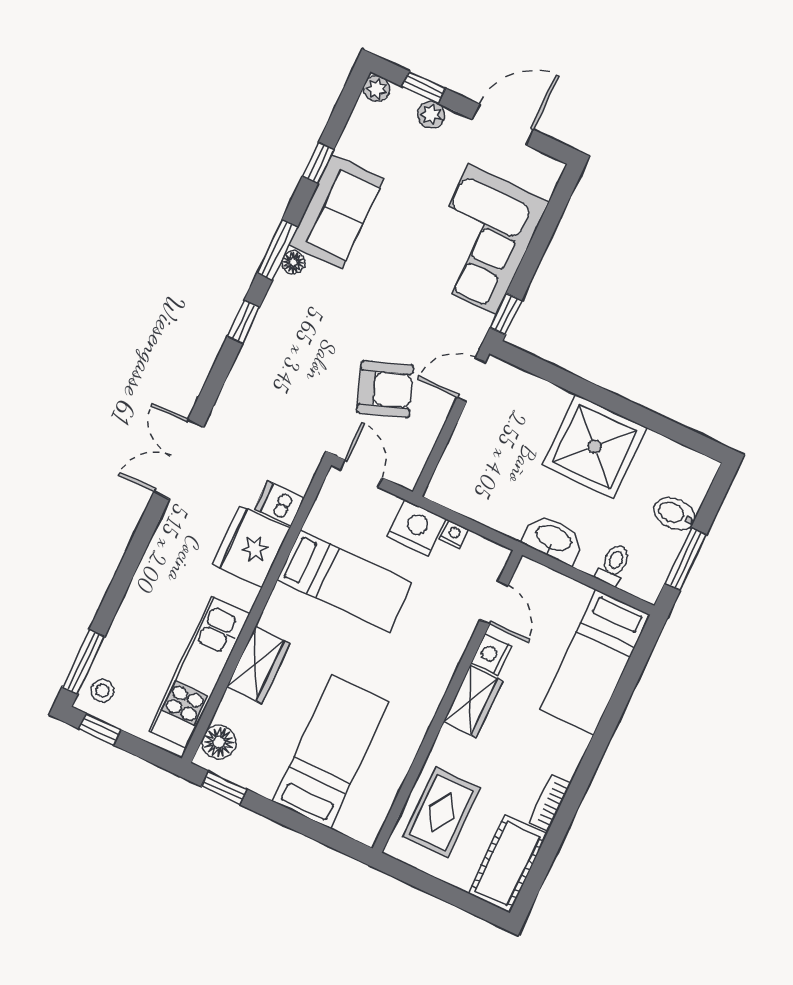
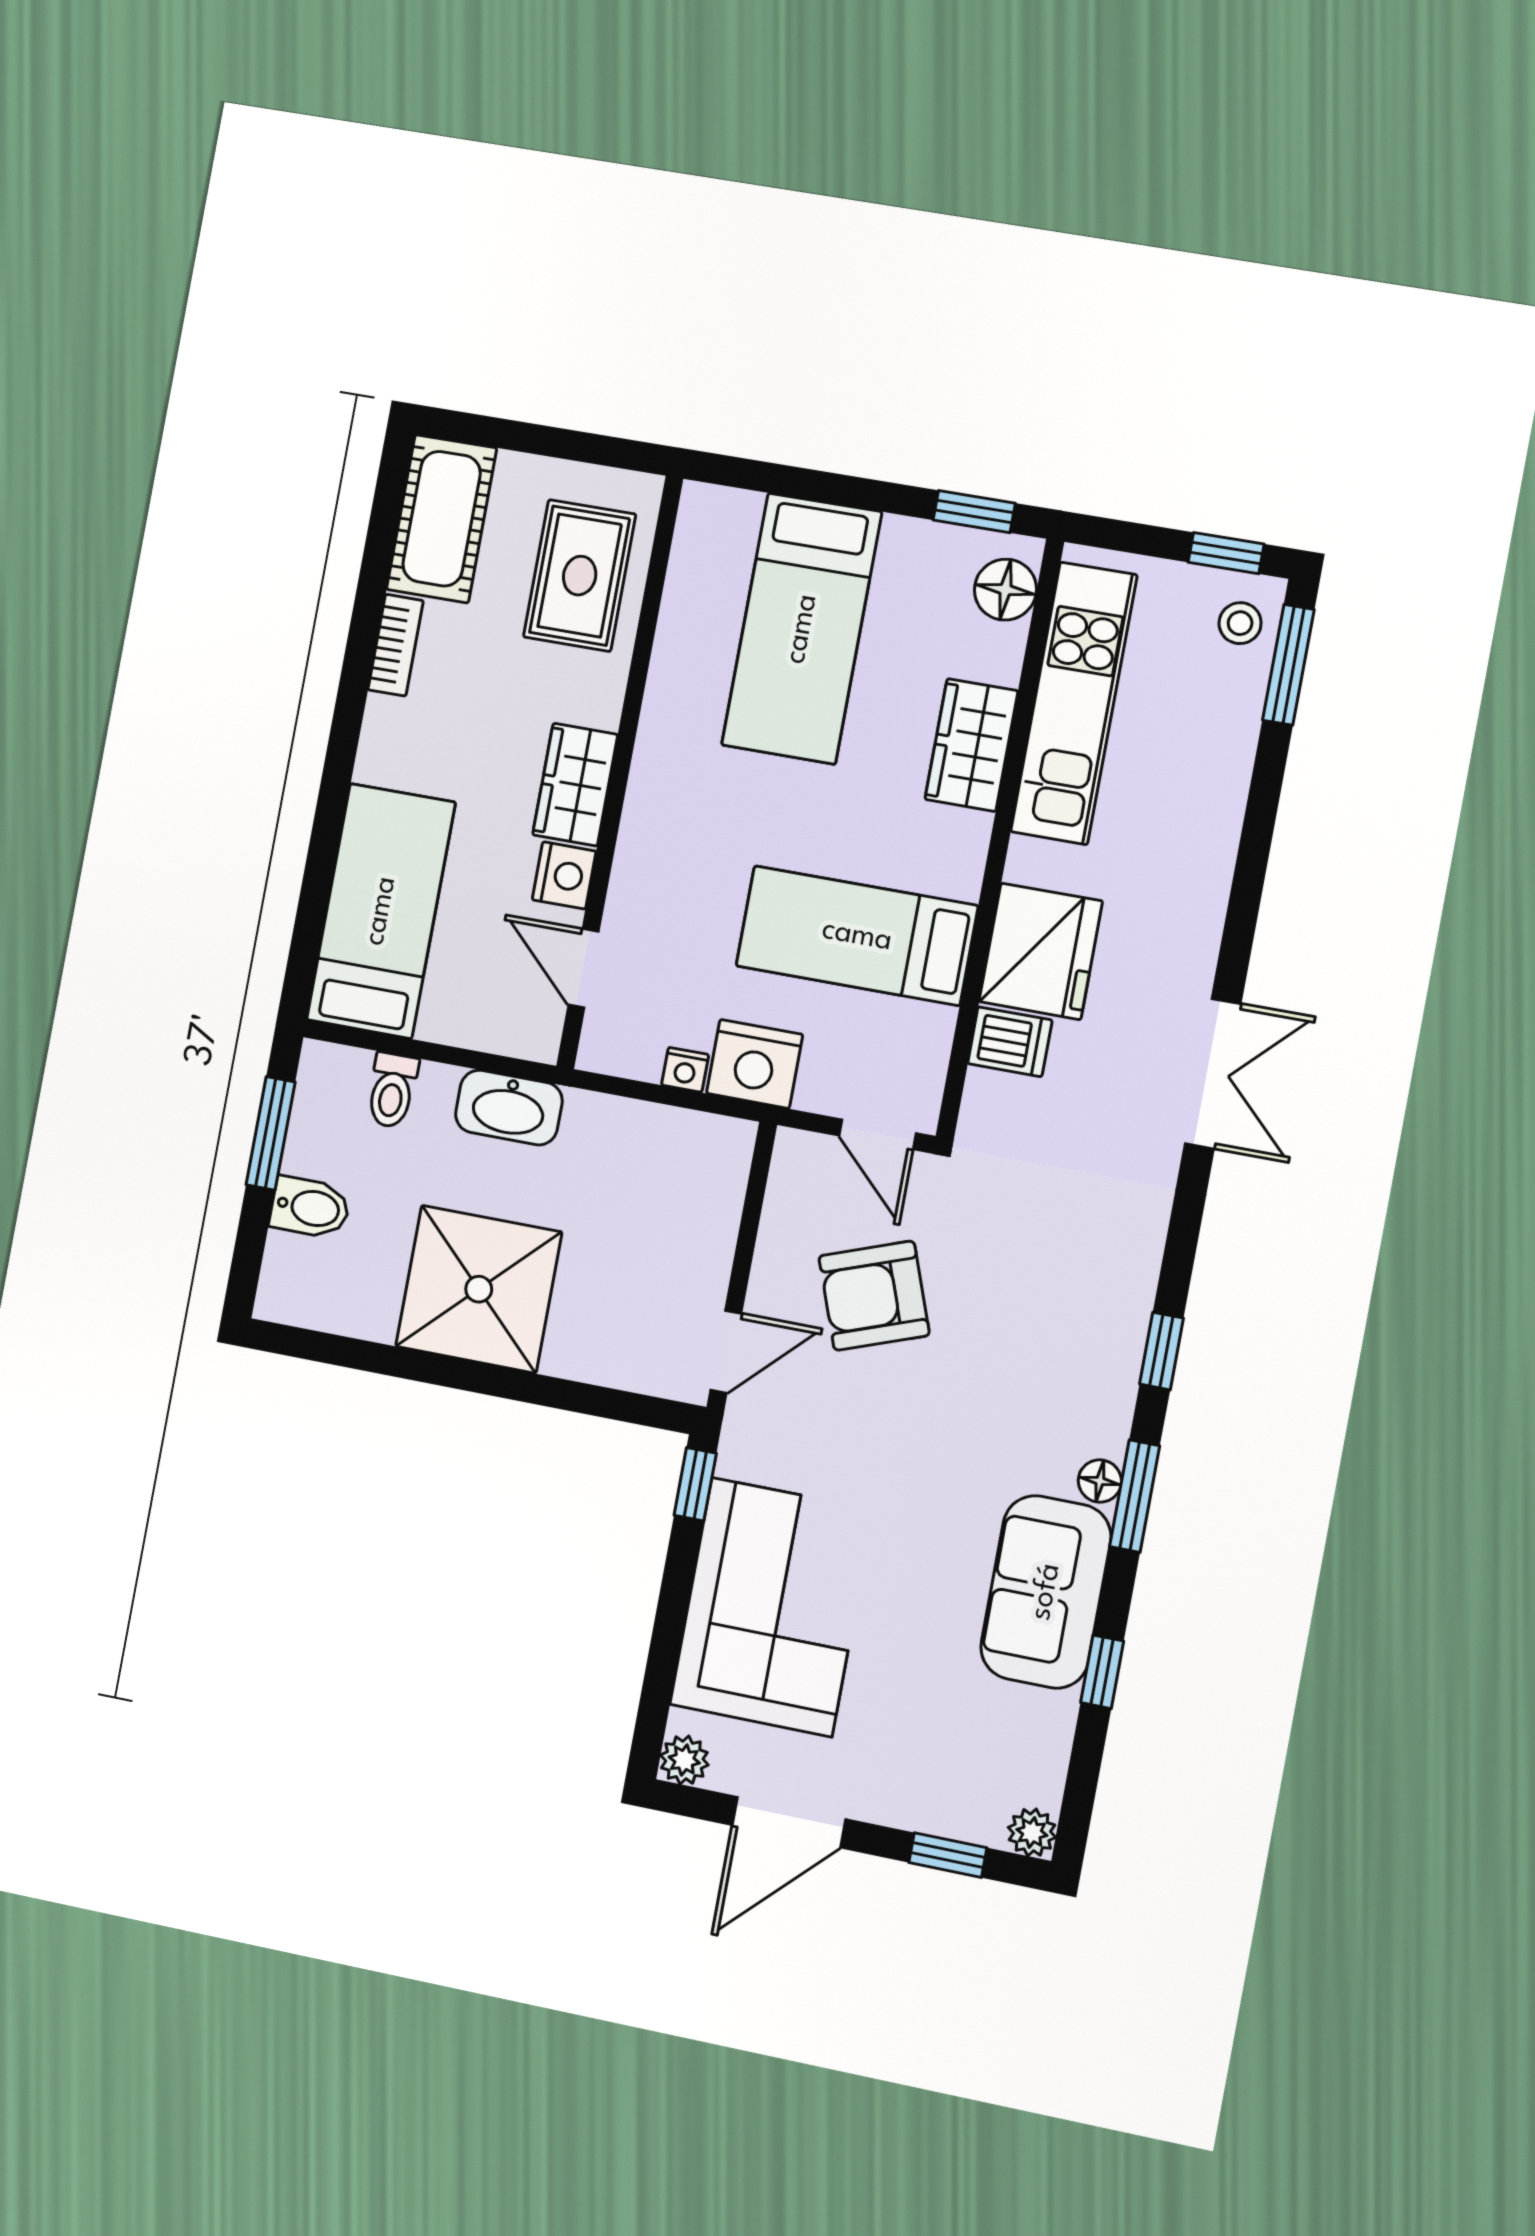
plant: (431, 115) -> (684, 1760), moved

